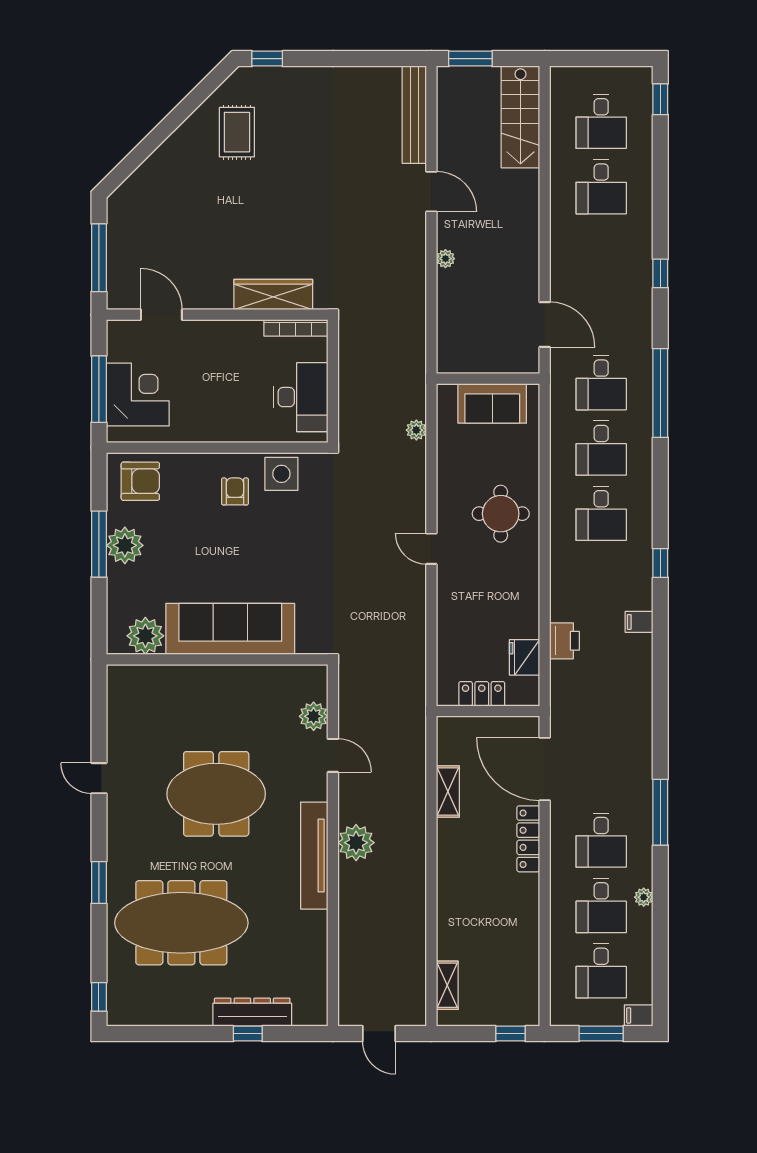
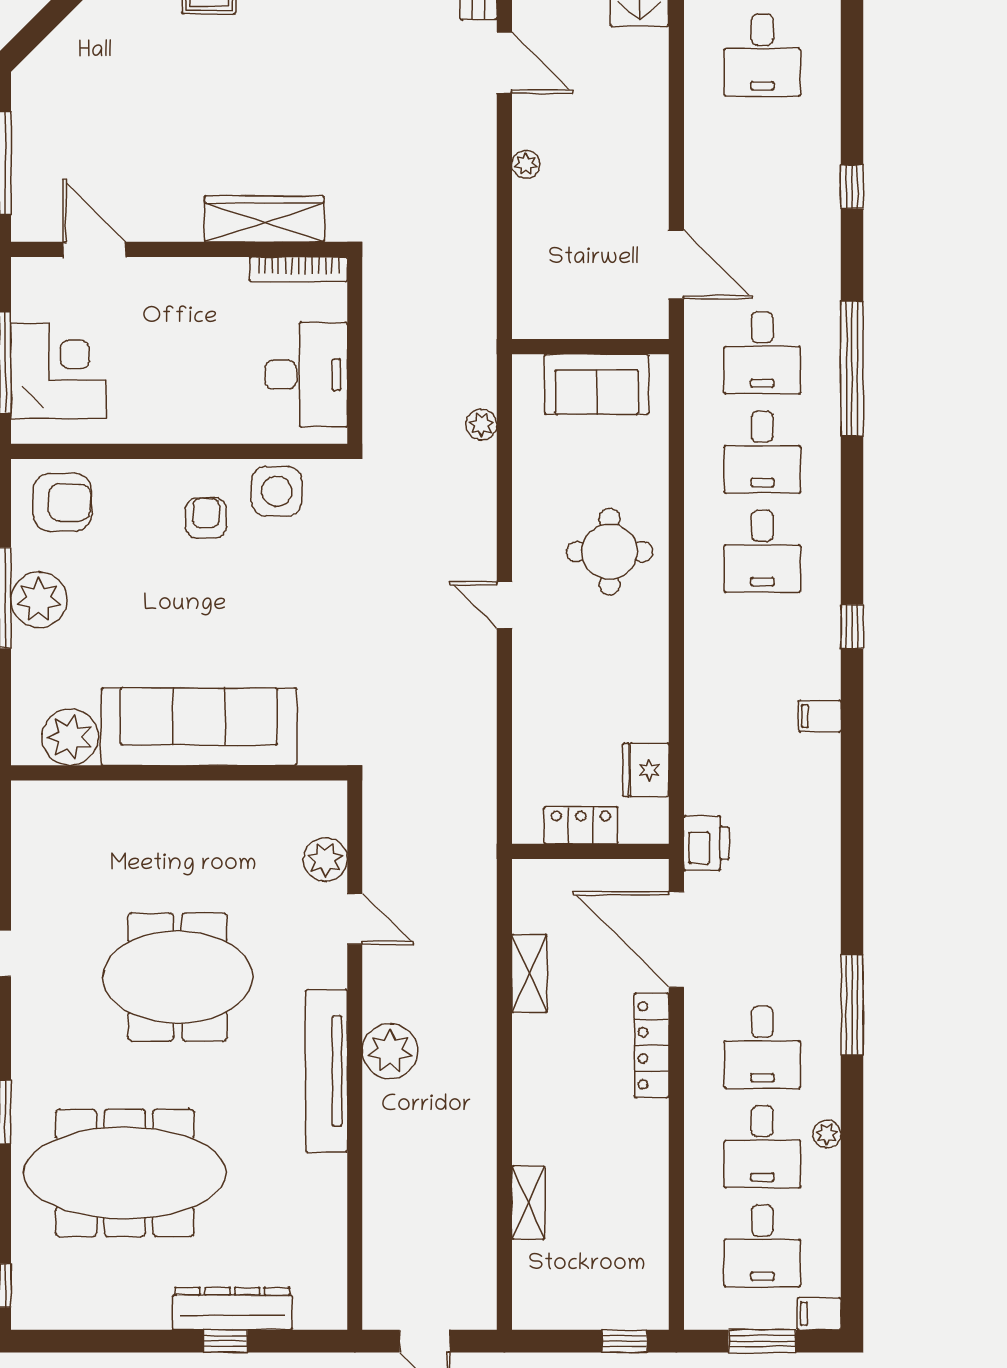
printer: (564, 641) -> (706, 843), moved
shelving: (447, 985) -> (528, 1203), moved

